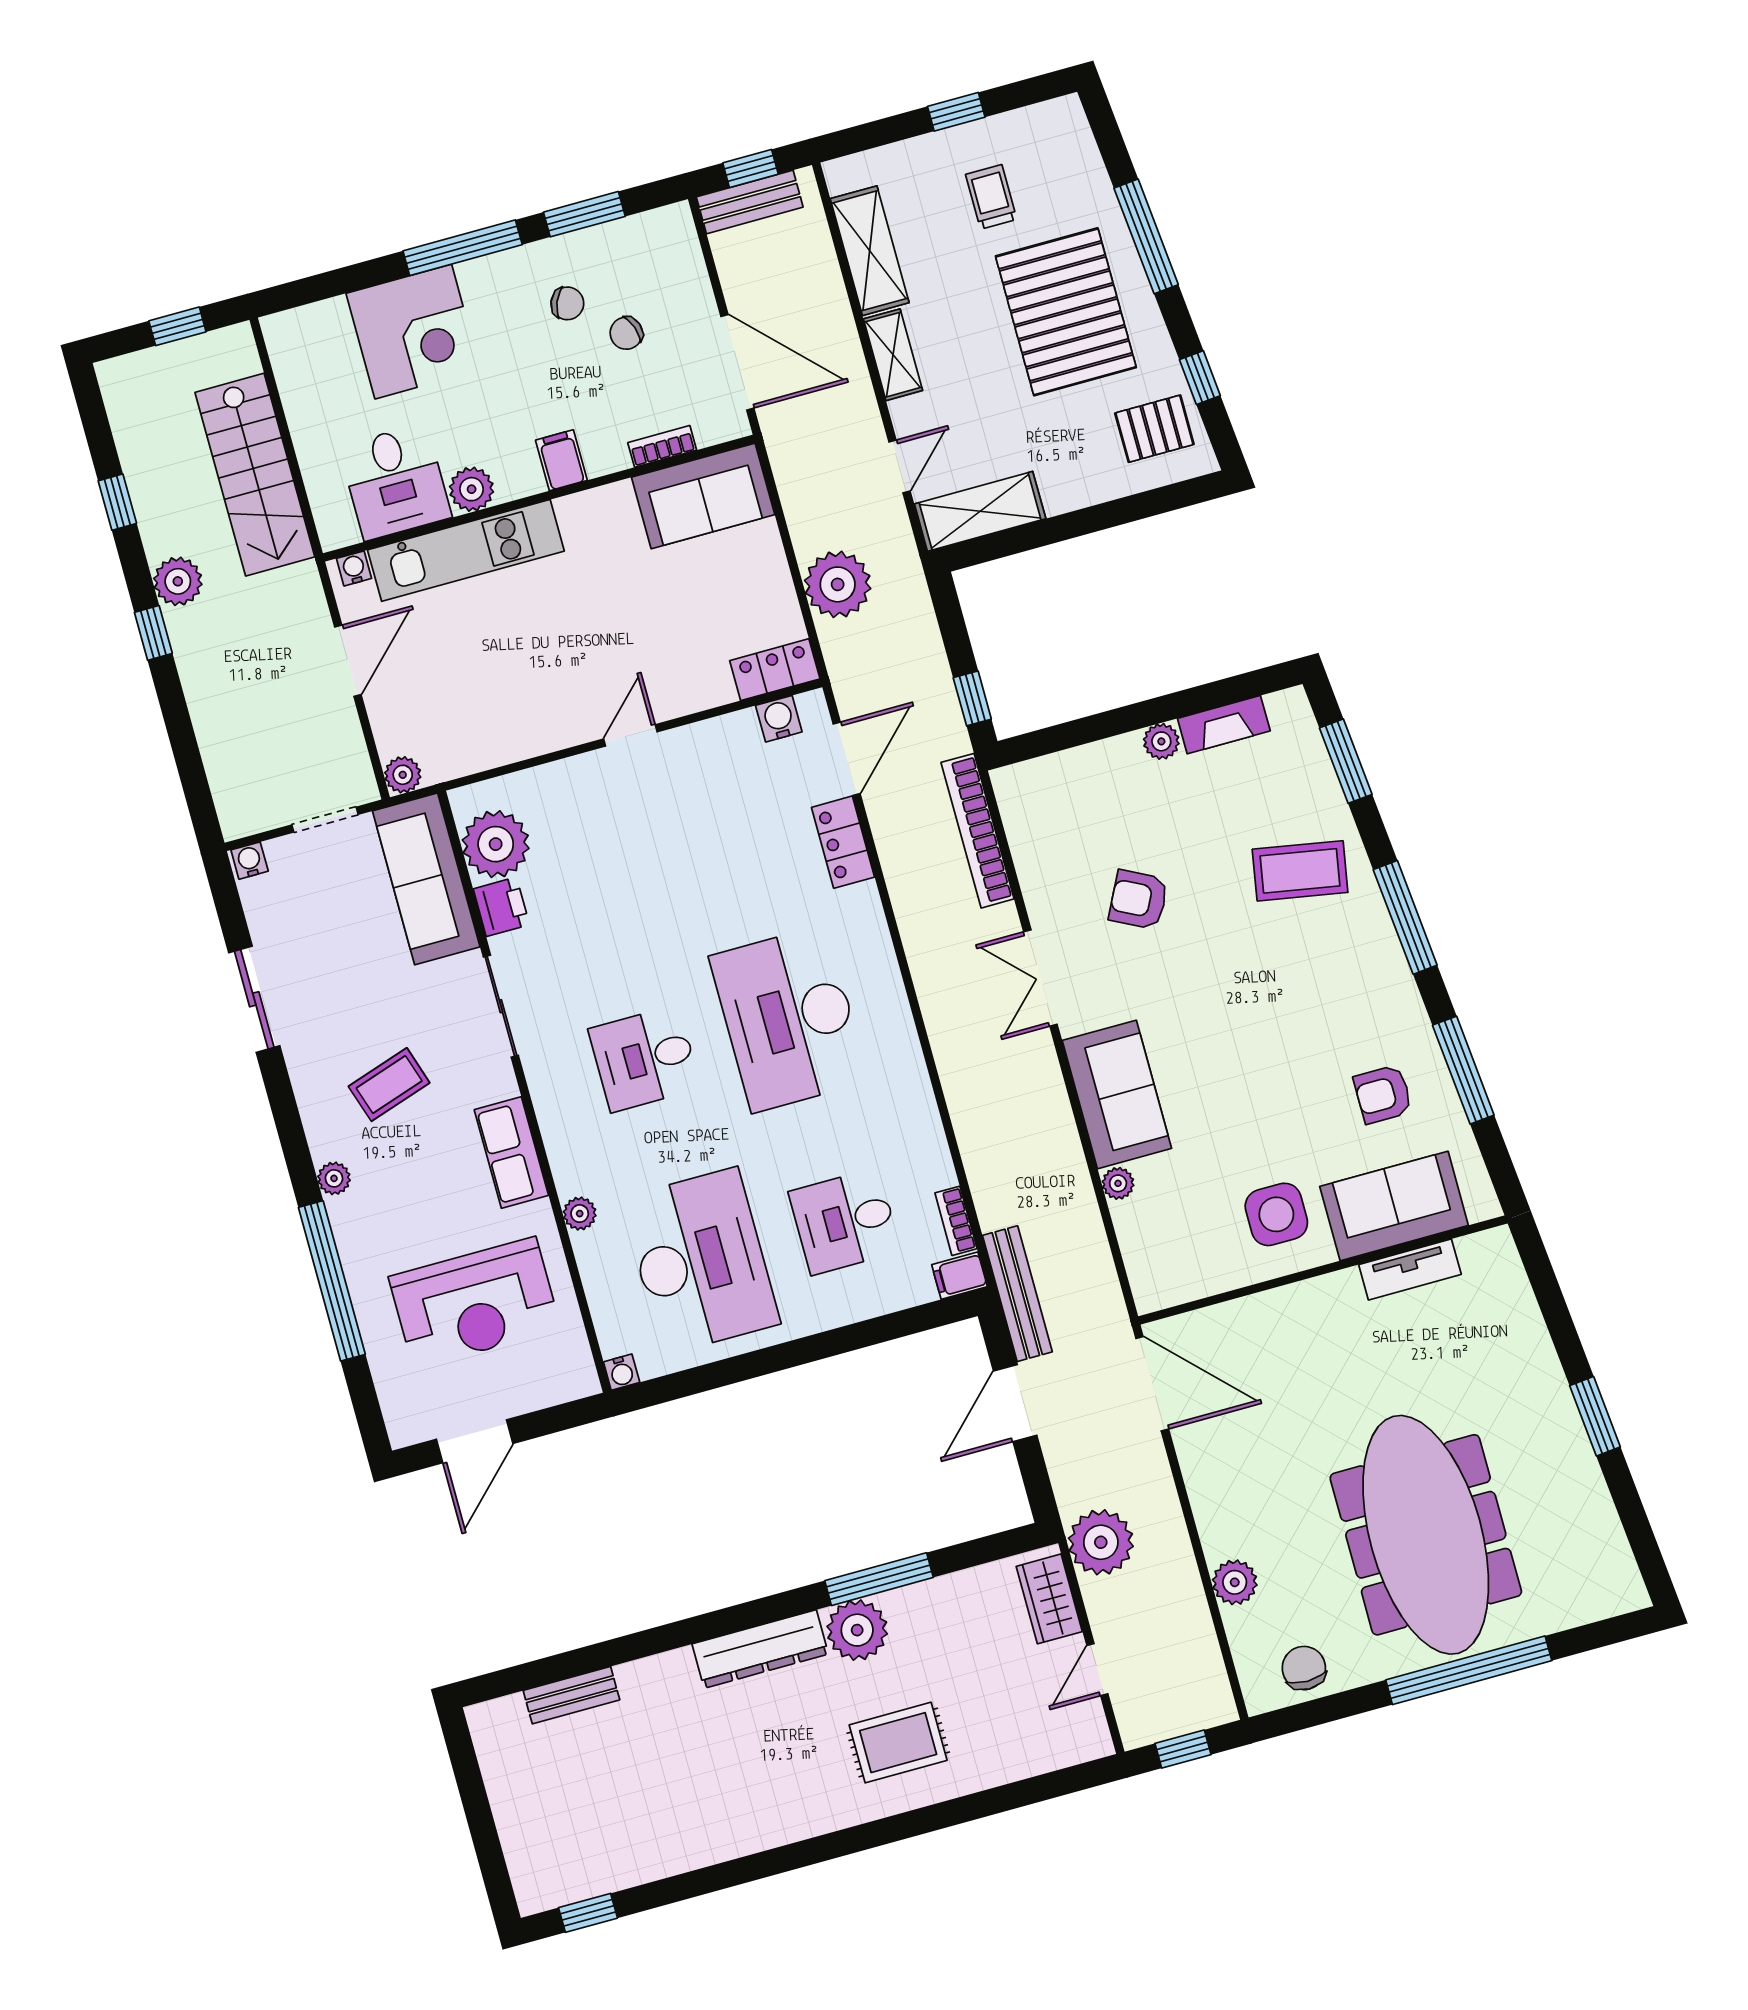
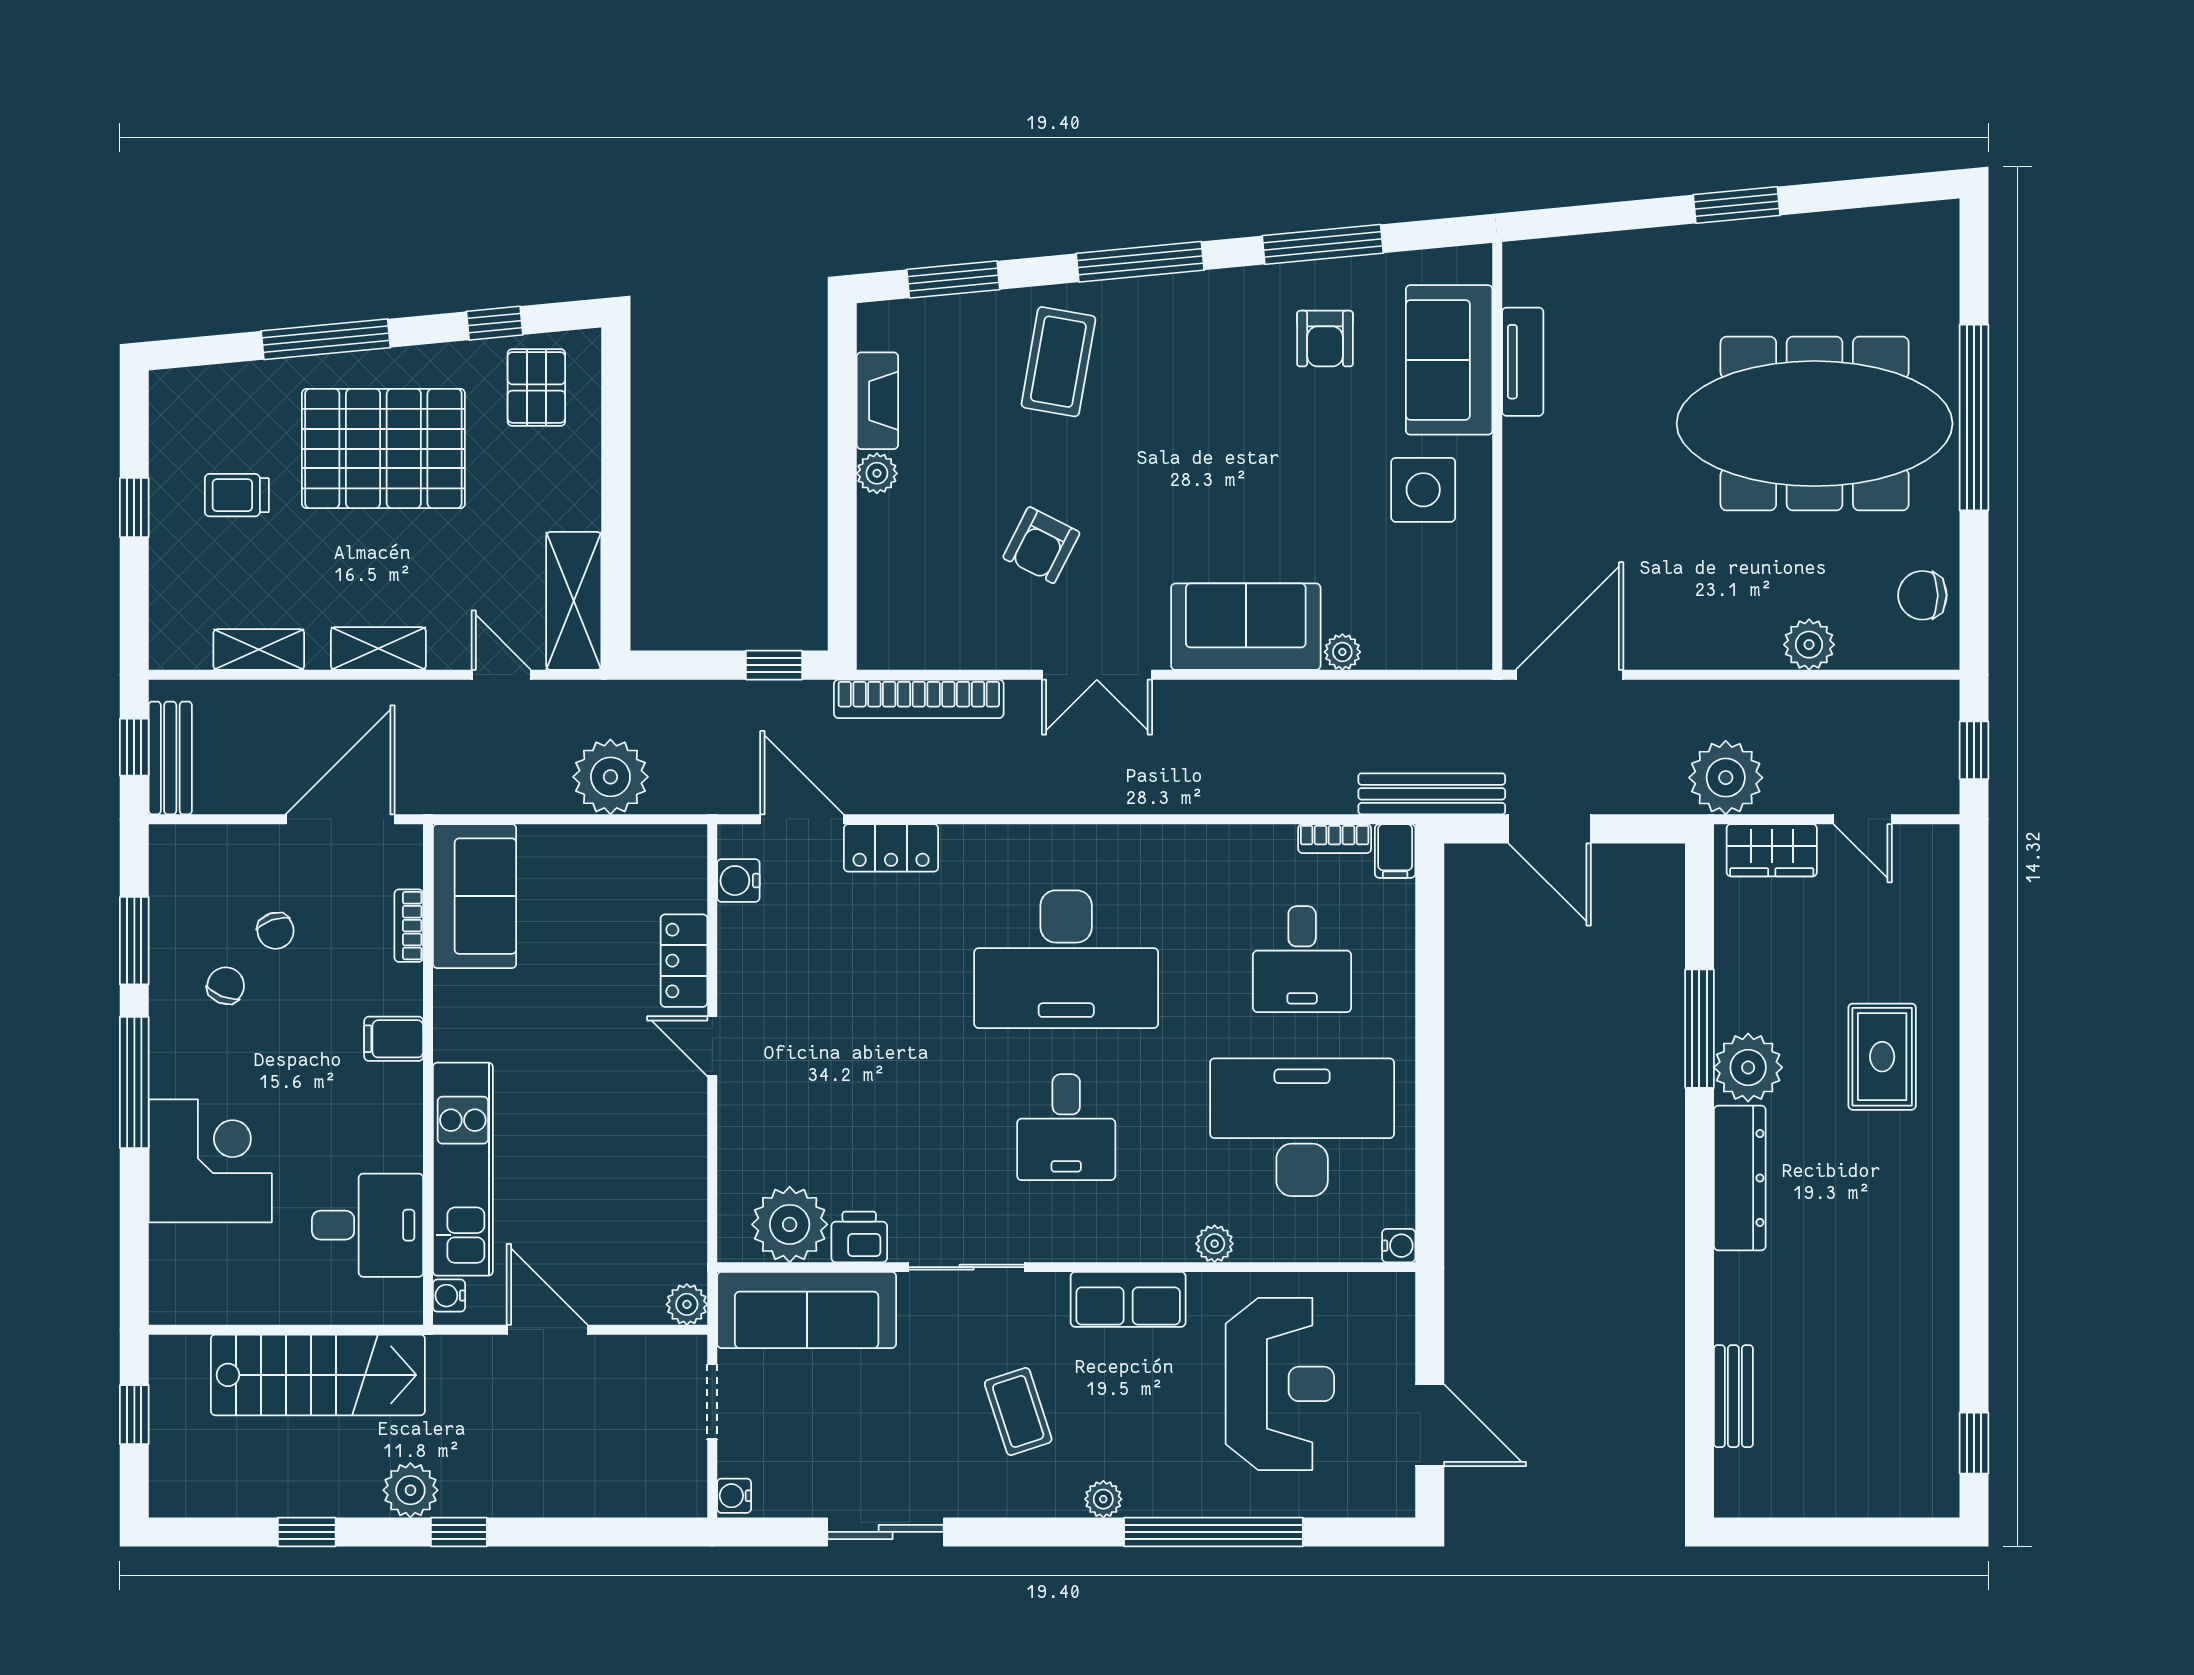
shelving: (870, 251) -> (259, 649), width x0.67, depth x0.75
plant: (472, 489) -> (398, 1145), removed
locker: (775, 670) -> (684, 961), moved

